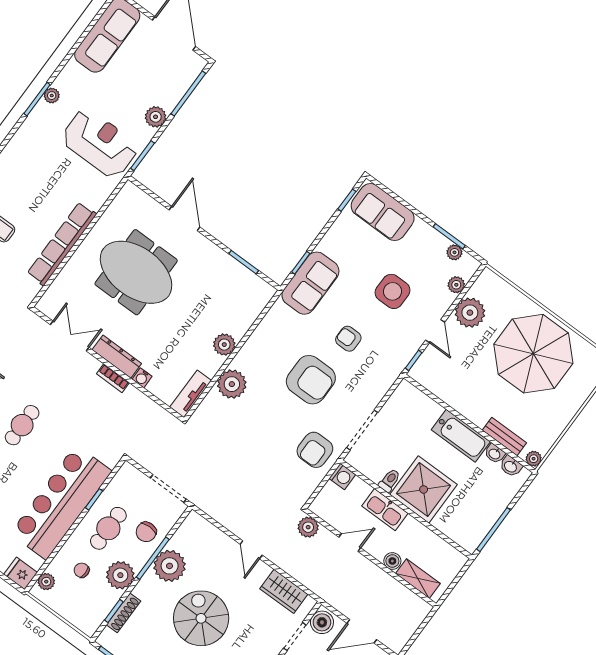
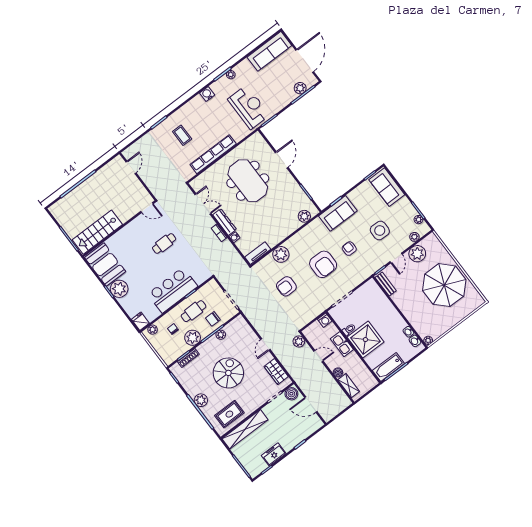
plant: (156, 117) -> (300, 88), moved
water cooler: (20, 142) -> (207, 94), added
plant: (224, 345) -> (304, 216), moved
bathtub: (461, 436) -> (388, 367), moved, turned 90
bench: (504, 437) -> (386, 284), moved
armchair: (315, 450) -> (286, 286), moved
bar counter: (61, 502) -> (173, 290), width x0.73
plant: (170, 566) -> (221, 335), width x0.53, depth x0.53

